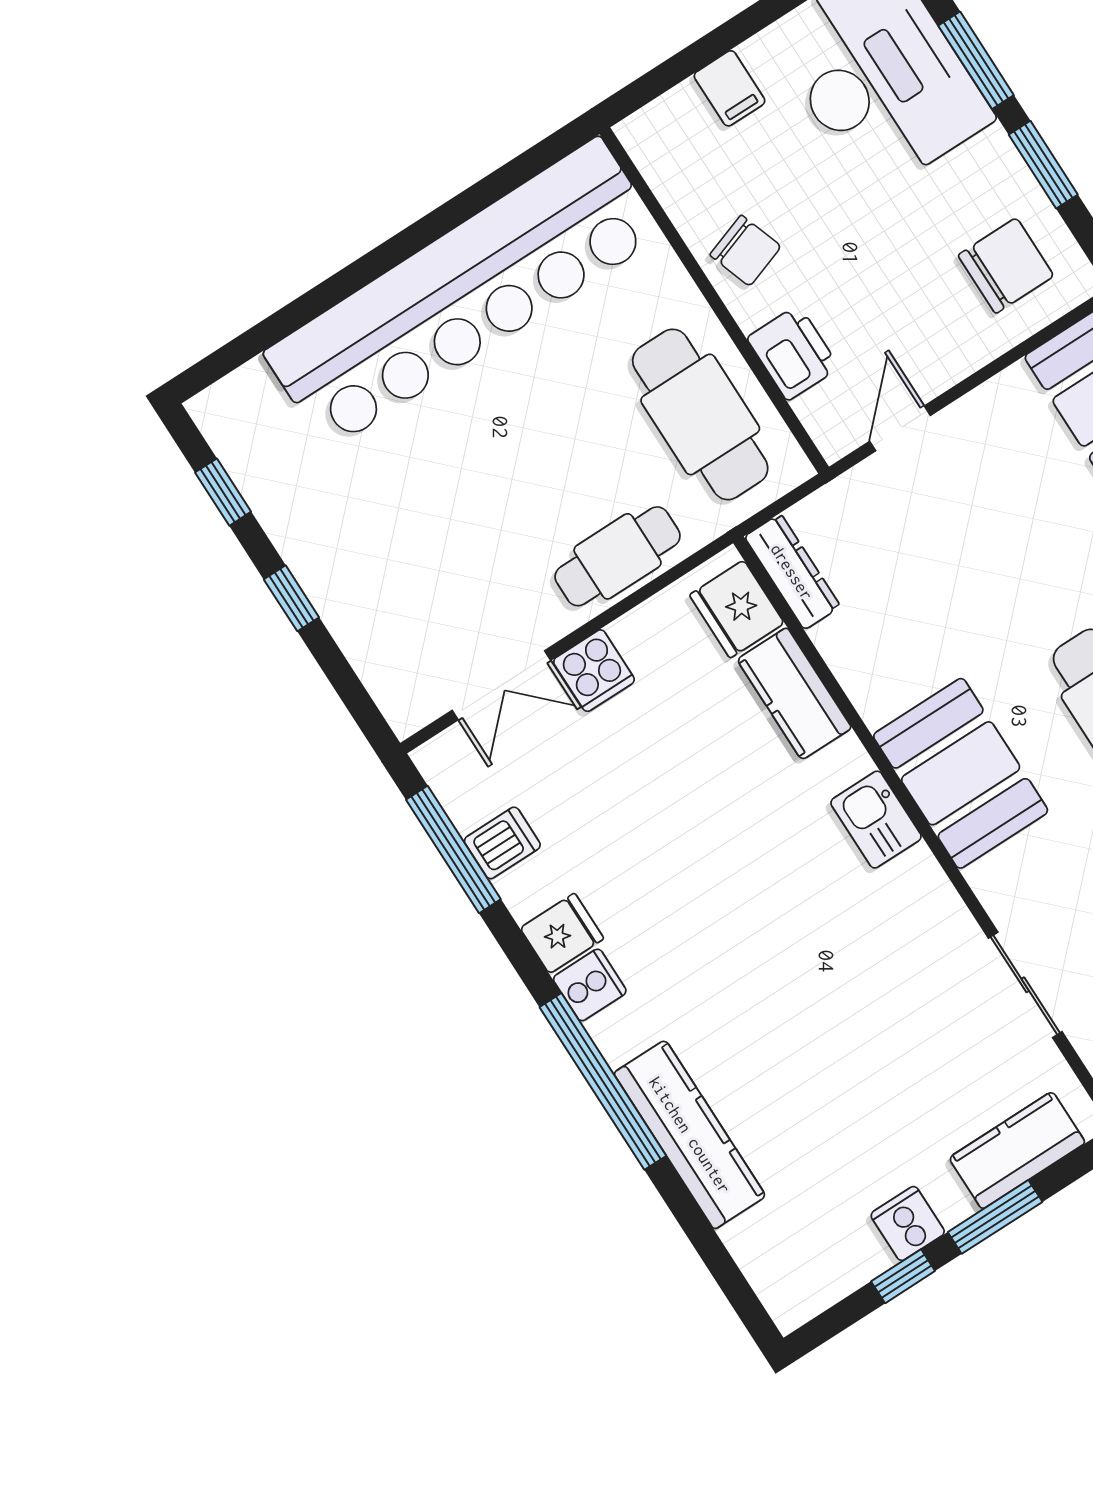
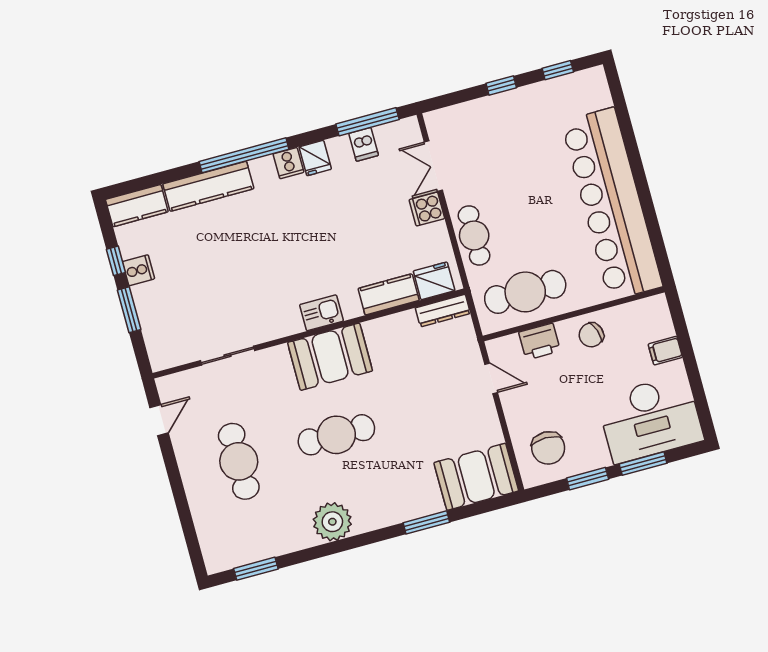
kitchen counter: (1017, 1150) -> (137, 206), moved, turned 90

